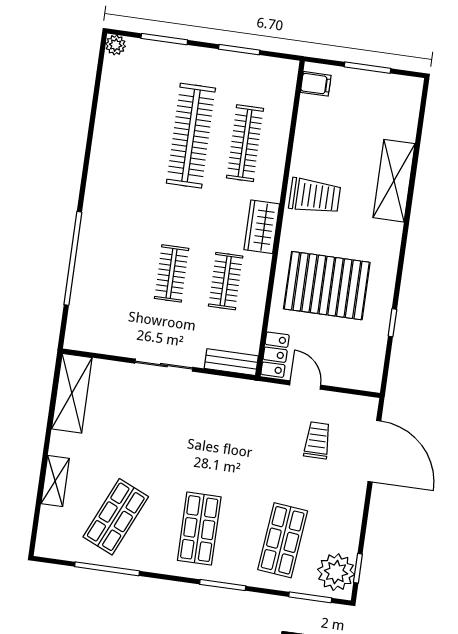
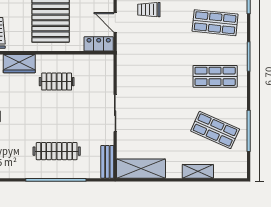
clothes rail: (172, 273) -> (57, 151), moved, width x1.36
bench: (231, 362) -> (107, 162), moved
door: (305, 385) -> (115, 22), hinge flipped

